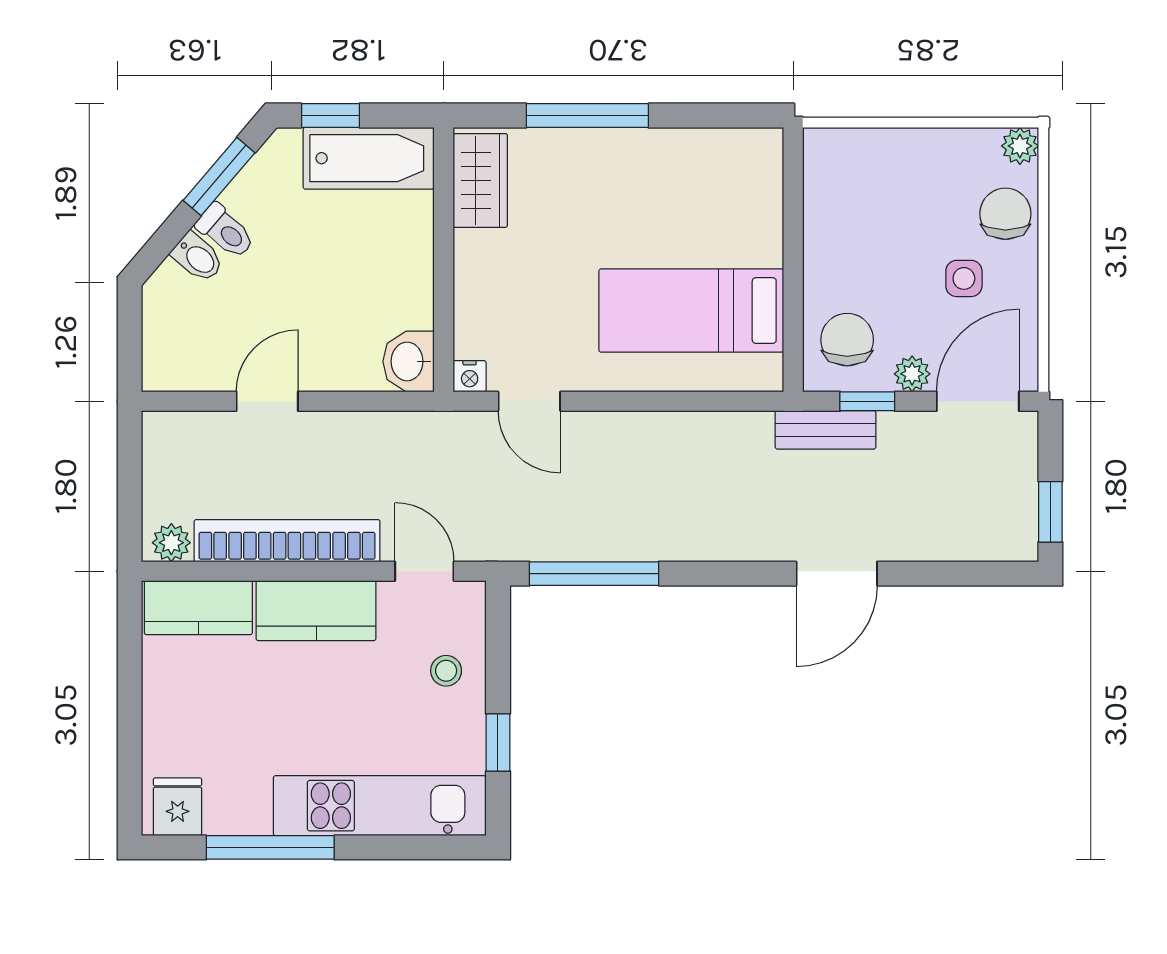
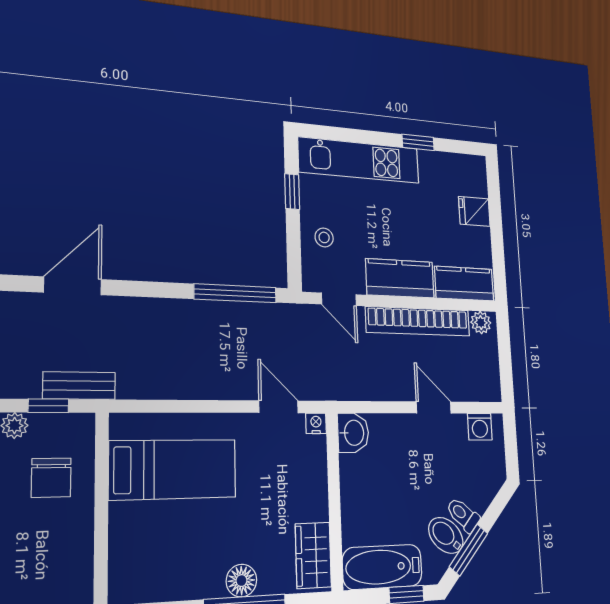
floor lamp: (592, 150) -> (241, 581), added
bidet: (198, 257) -> (446, 535), moved, width x1.38, depth x1.36
chair: (847, 340) -> (51, 478), moved
washing machine: (185, 370) -> (480, 427), added
door: (267, 401) -> (434, 407), swing flipped
fridge: (178, 807) -> (474, 211), moved, turned 90
window: (270, 847) -> (418, 142), width x0.46

